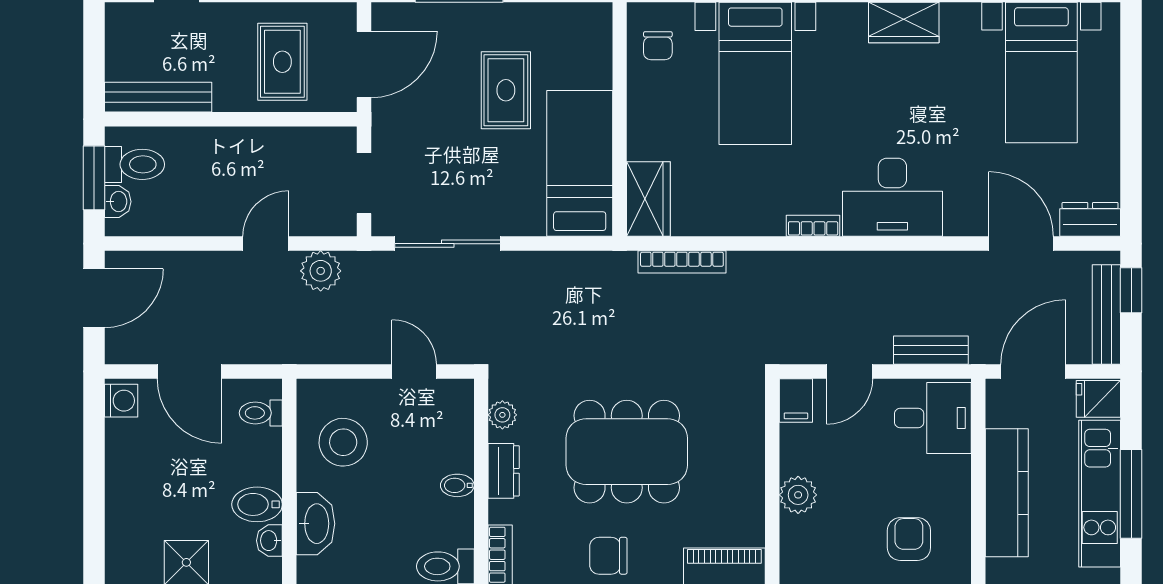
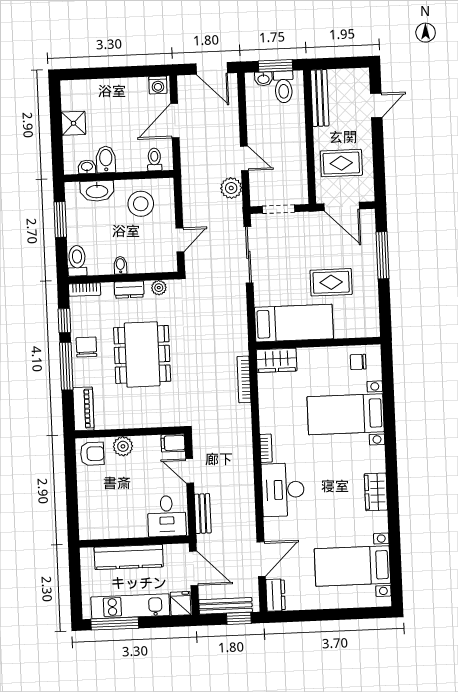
window: (1131, 494) -> (115, 624), moved
armchair: (909, 539) -> (92, 454), moved

